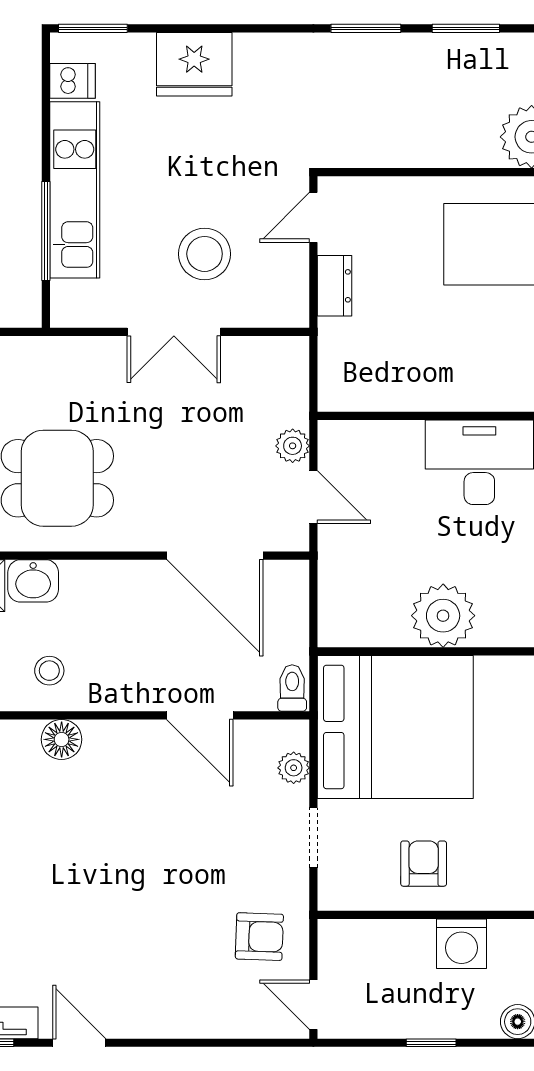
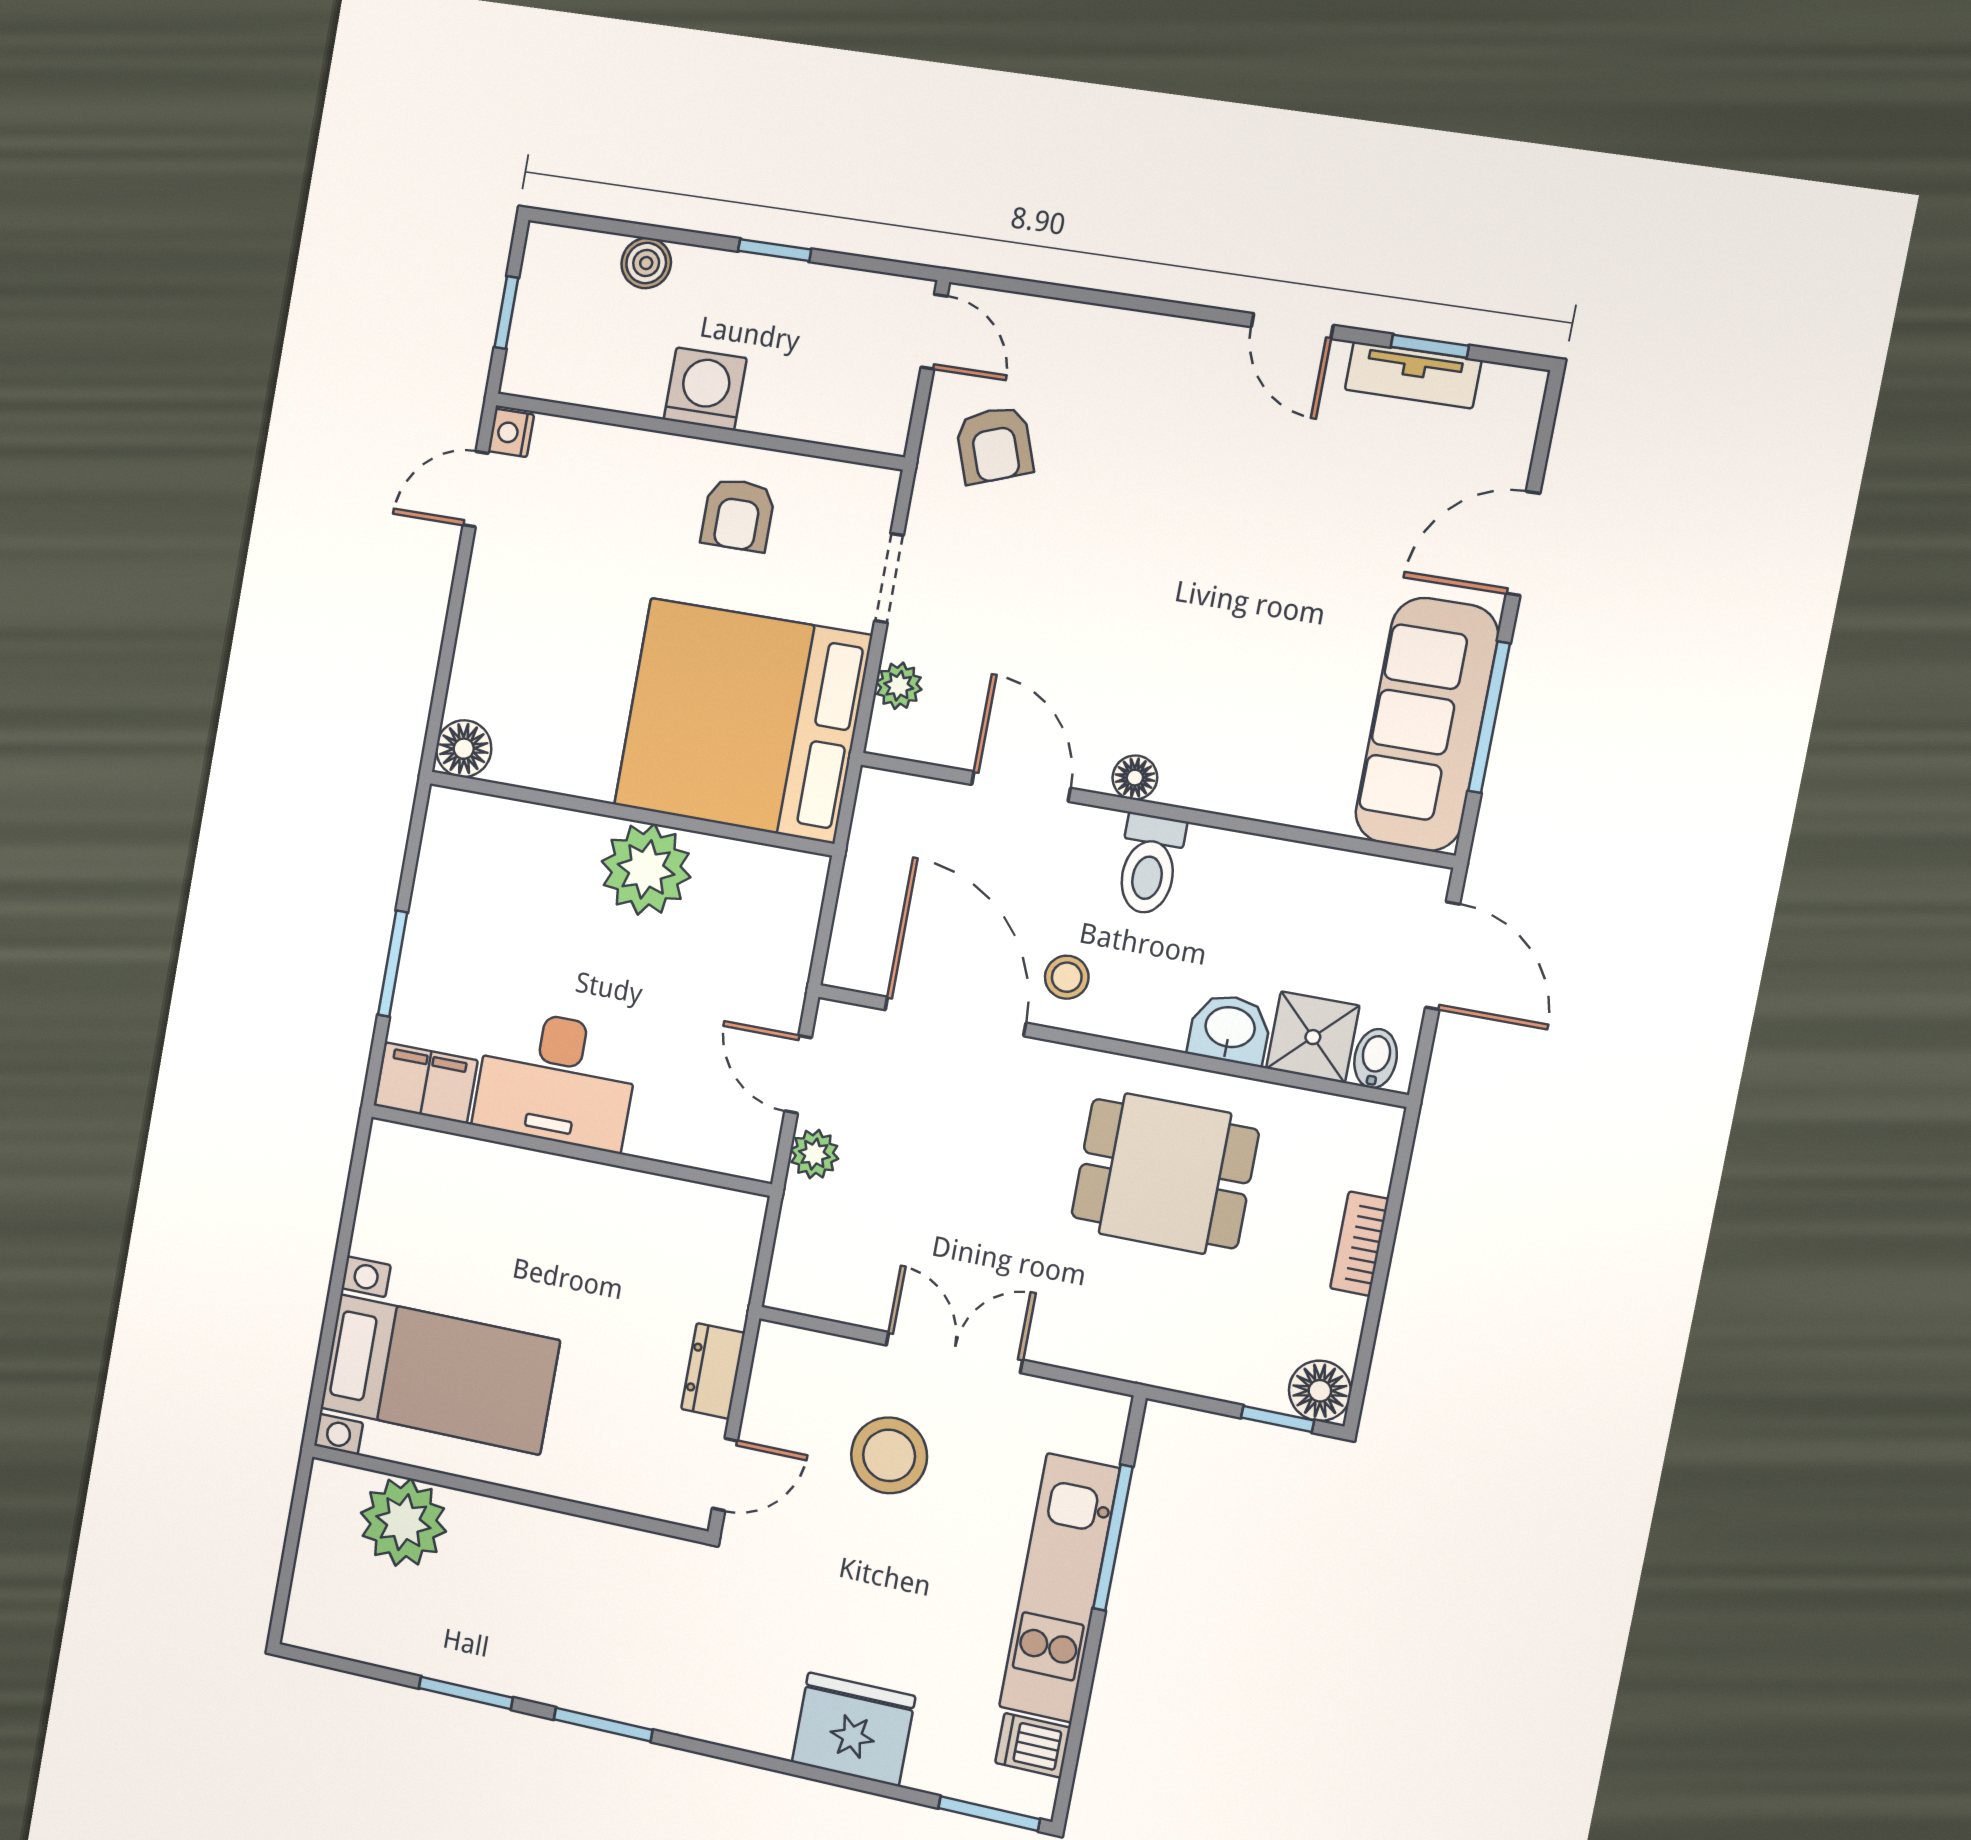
stool: (49, 671) -> (1067, 977), moved
toilet: (292, 688) -> (1150, 864), moved, width x1.37, depth x1.39
floor lamp: (62, 739) -> (1135, 778), moved, width x0.73, depth x0.73
armchair: (259, 937) -> (994, 445), turned -112

